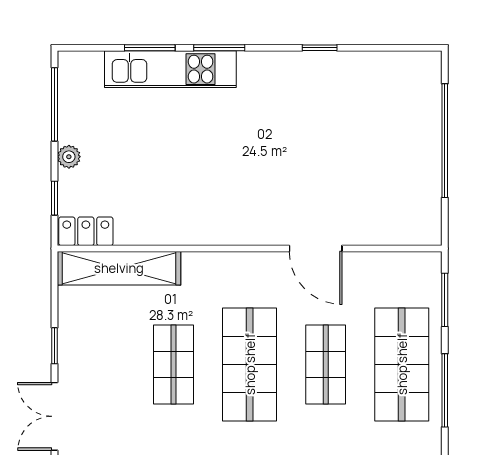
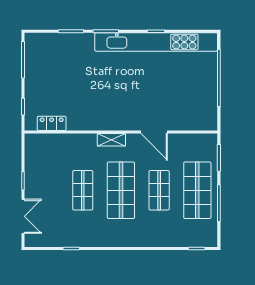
kitchen unit: (170, 69) -> (156, 42), moved, width x1.86
plant: (69, 157) -> (30, 86), removed
locker: (86, 231) -> (52, 123), moved
shelving: (119, 268) -> (111, 140), moved, width x0.45, depth x0.75
double door: (54, 416) -> (23, 216), swing flipped

